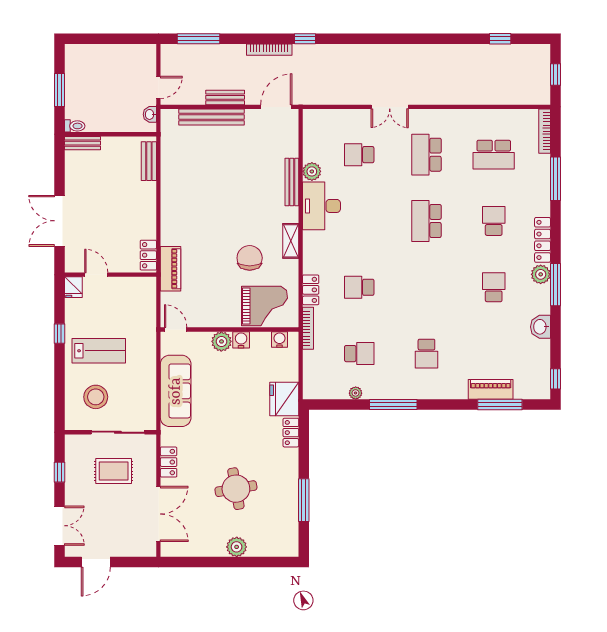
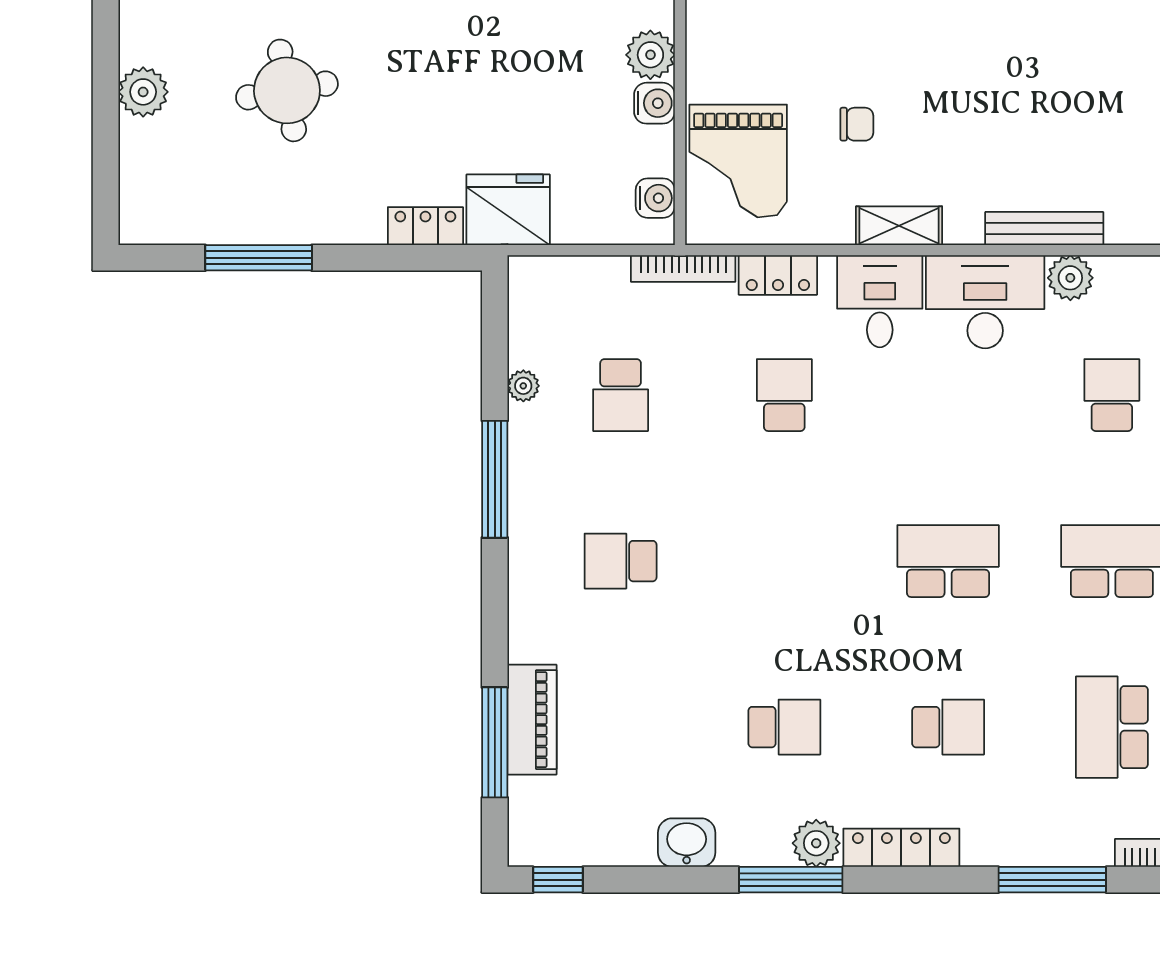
desk: (321, 249) -> (880, 301), added
chair: (250, 258) -> (857, 124), width x0.54, depth x0.54

